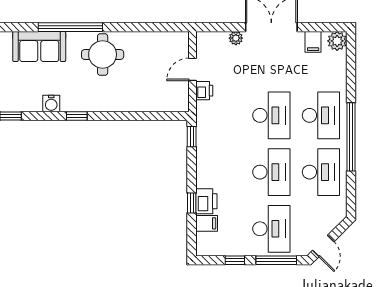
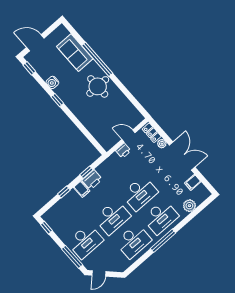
locker: (213, 39) -> (152, 133), added
plant: (337, 41) -> (189, 206), moved
window: (192, 137) -> (86, 172), moved
window: (351, 137) -> (163, 241), width x0.68
printer: (206, 201) -> (92, 180), moved
filing cabinet: (207, 223) -> (82, 189), moved
window: (235, 260) -> (46, 228), moved

